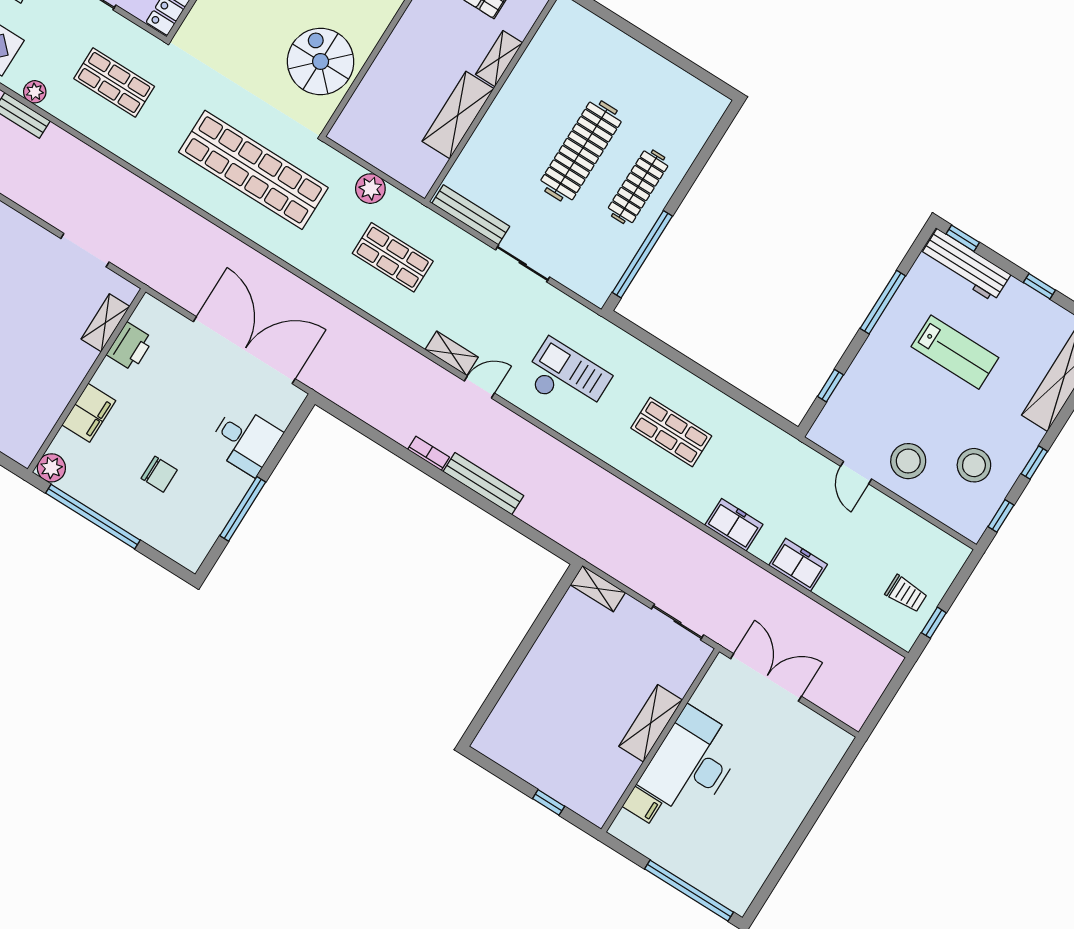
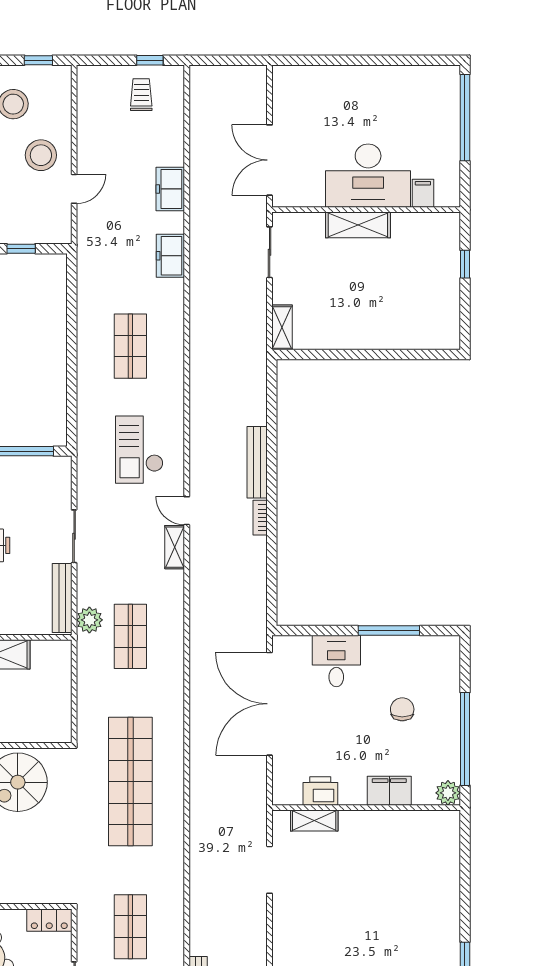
plant: (370, 189) -> (89, 620), moved

